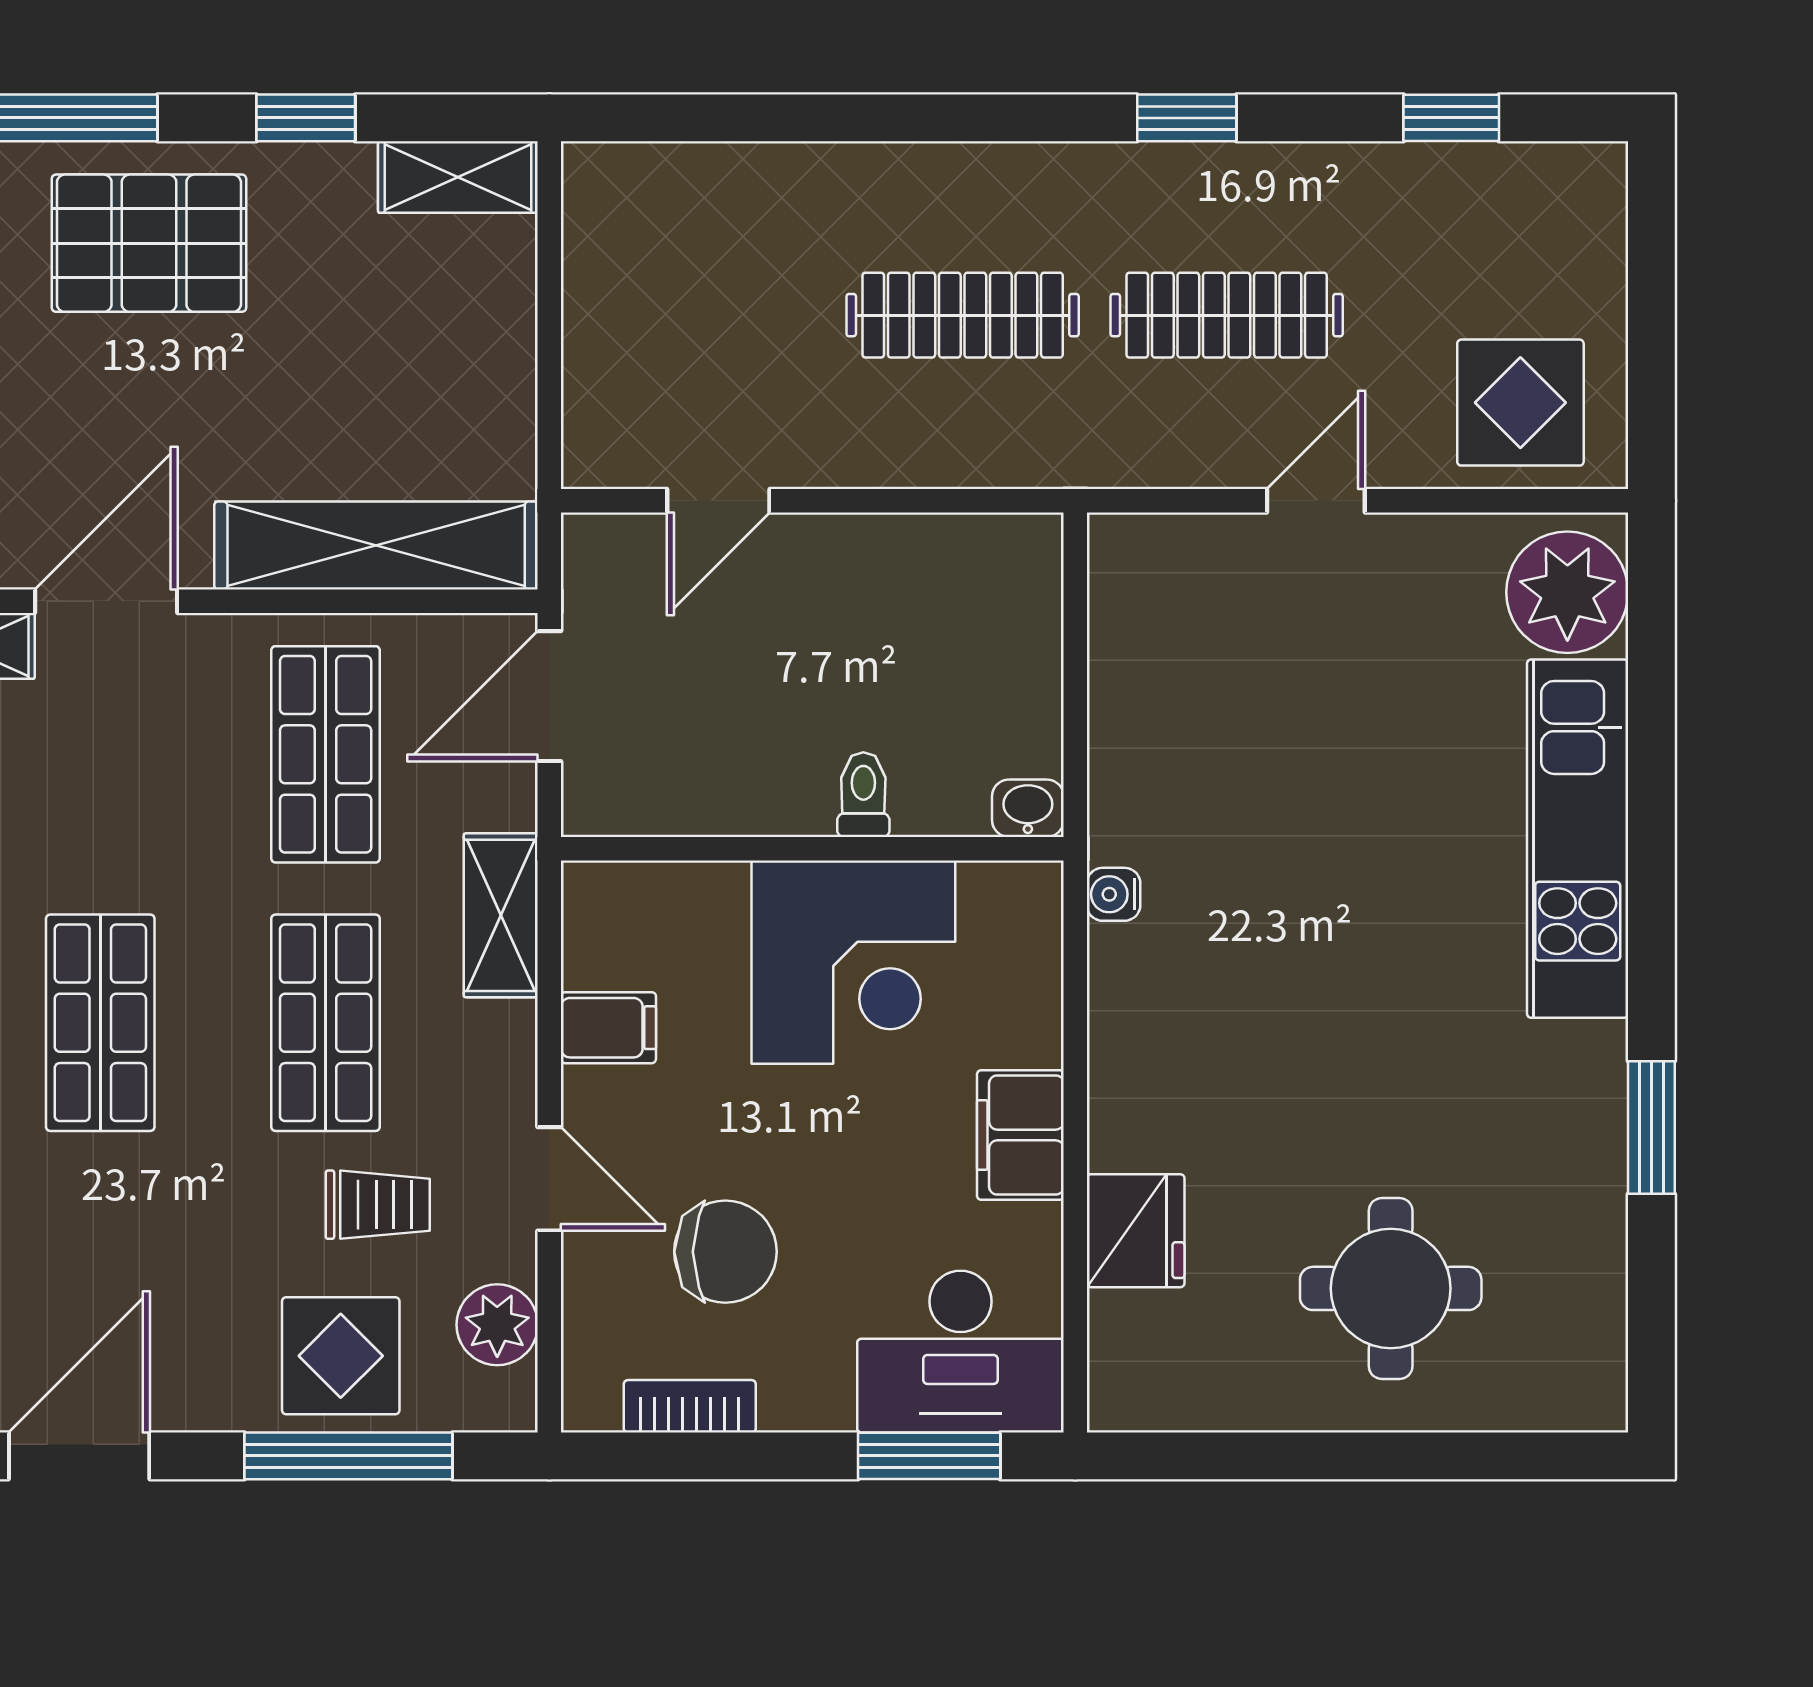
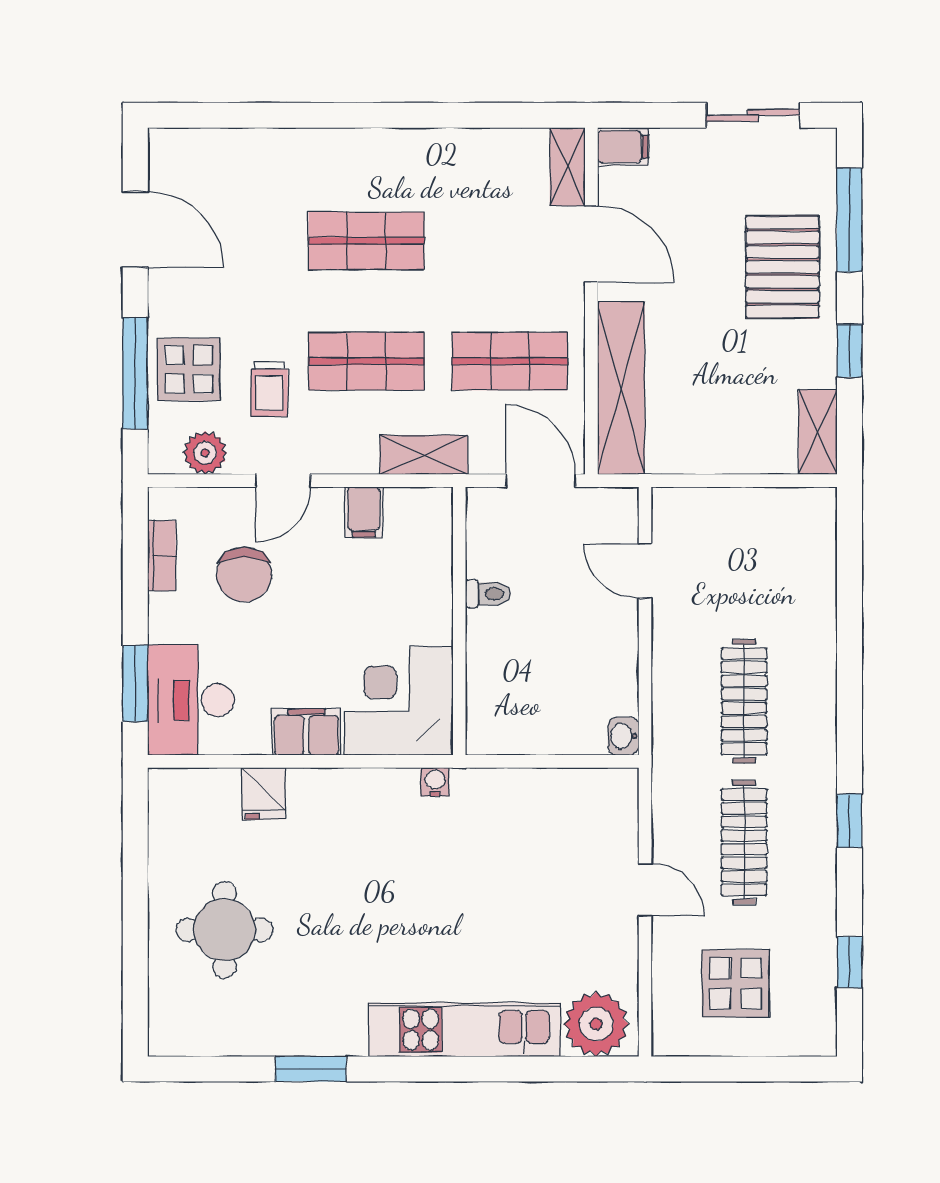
display table: (1520, 403) -> (736, 983), moved
toilet: (863, 795) -> (488, 594), moved
washbasin: (1028, 808) -> (623, 736), moved, turned 180
corner desk: (853, 962) -> (399, 701), moved, turned 90
fridge: (1136, 1231) -> (264, 794), width x0.72

